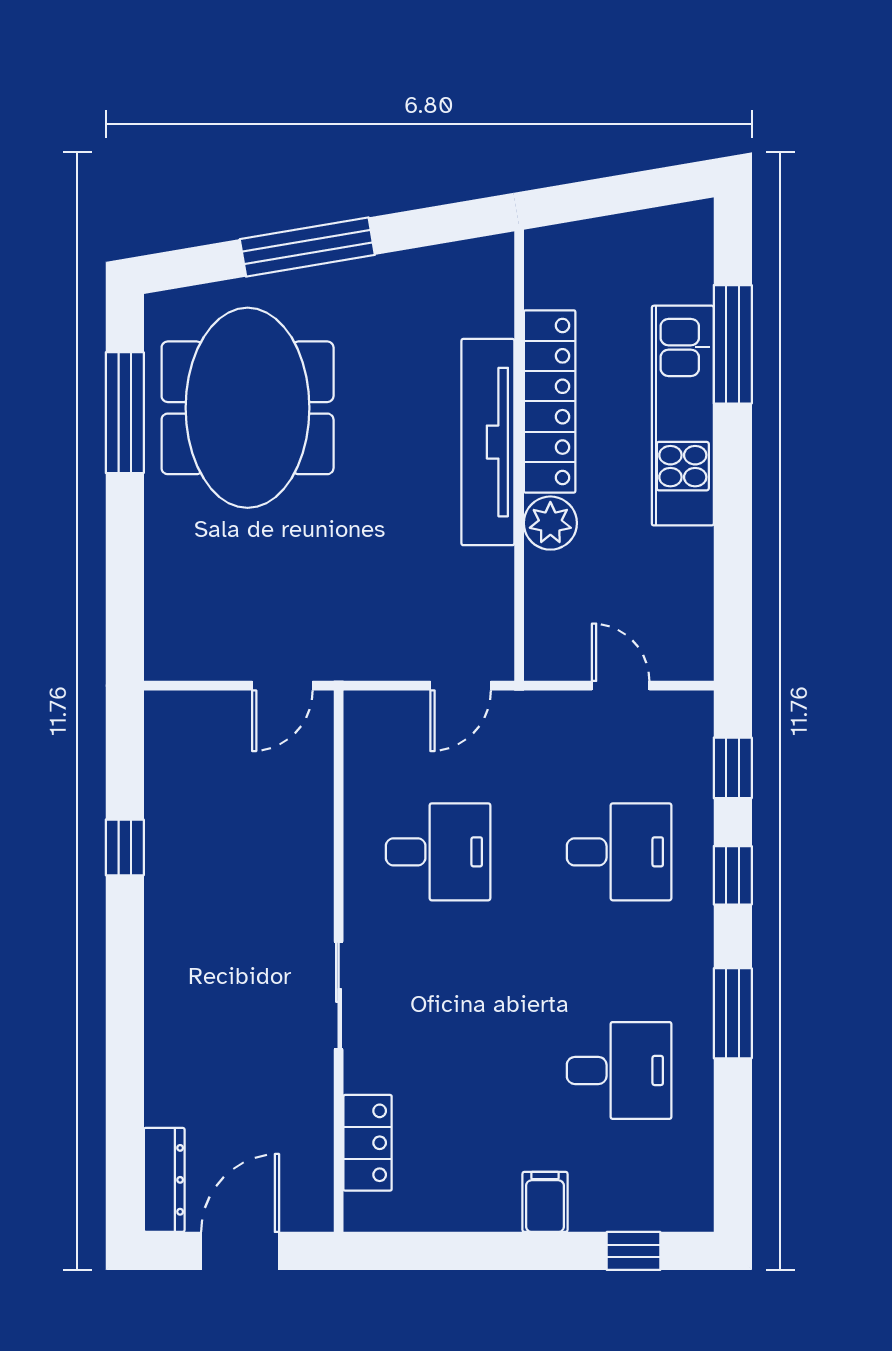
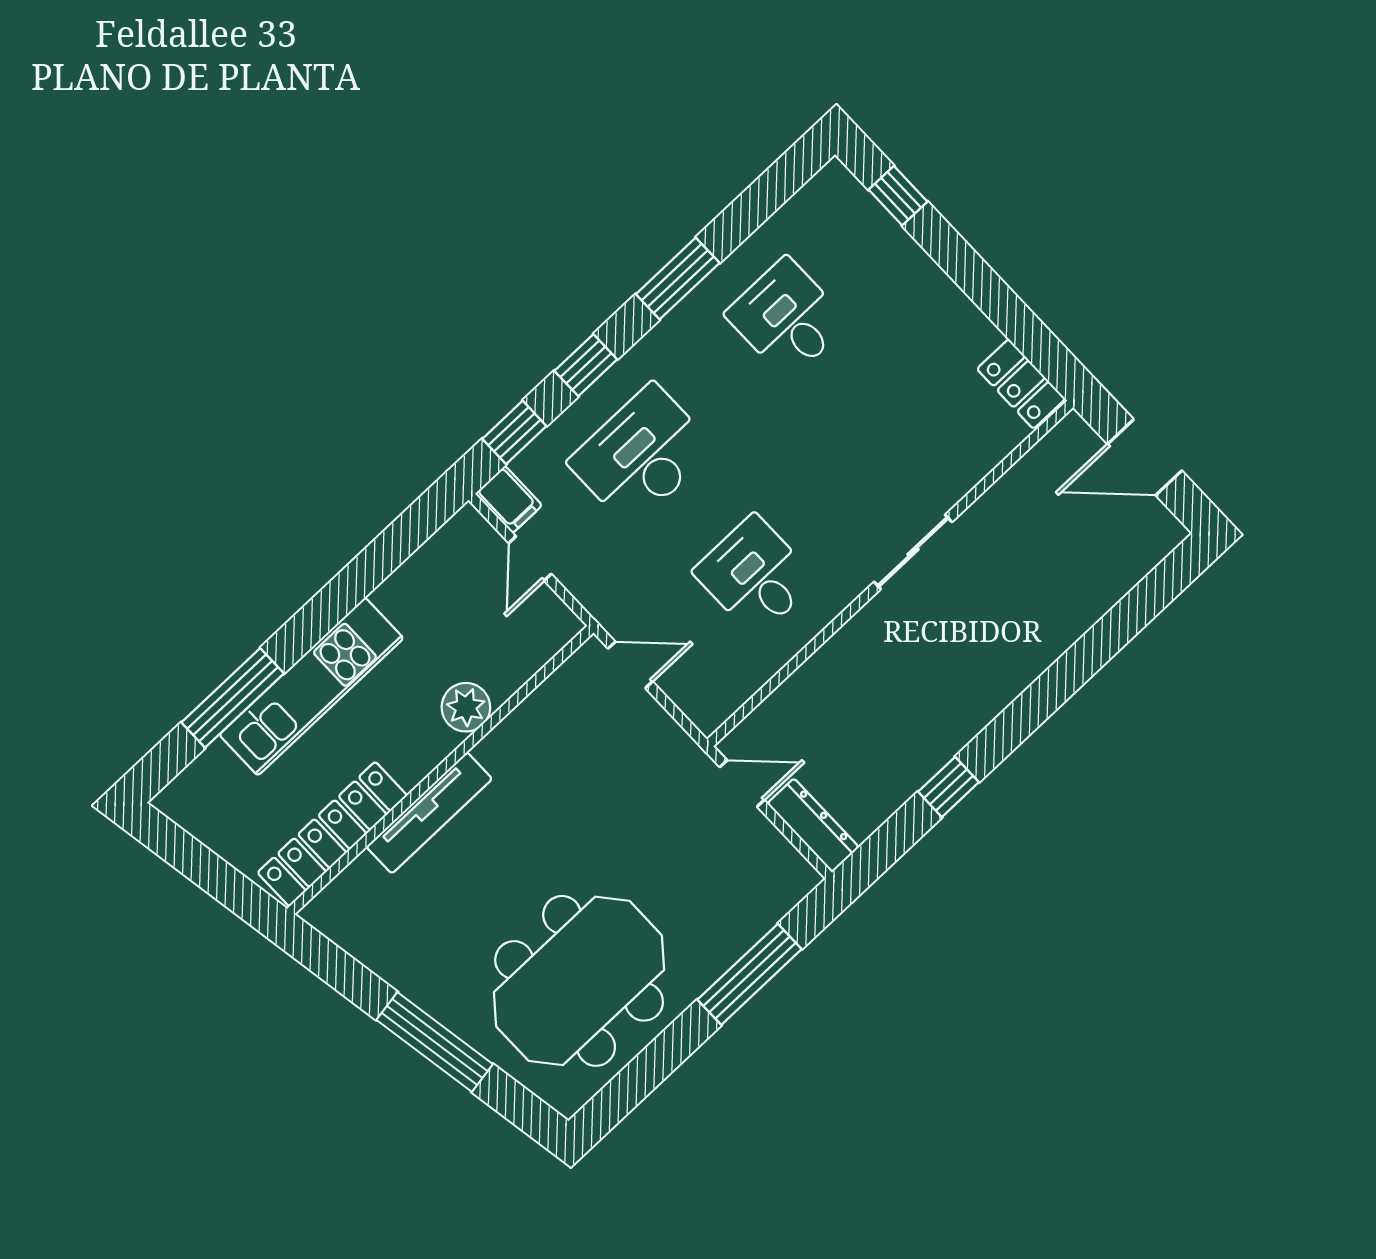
locker: (550, 401) -> (332, 834), moved
window: (125, 413) -> (750, 974), moved
tv unit: (488, 442) -> (429, 813), width x0.73, depth x0.78
desk: (619, 852) -> (642, 455), width x1.37
locker: (368, 1143) -> (1021, 384), moved, turned -90
dresser: (164, 1180) -> (813, 825), moved, turned 90
filing cabinet: (545, 1202) -> (509, 499), moved, turned -90

